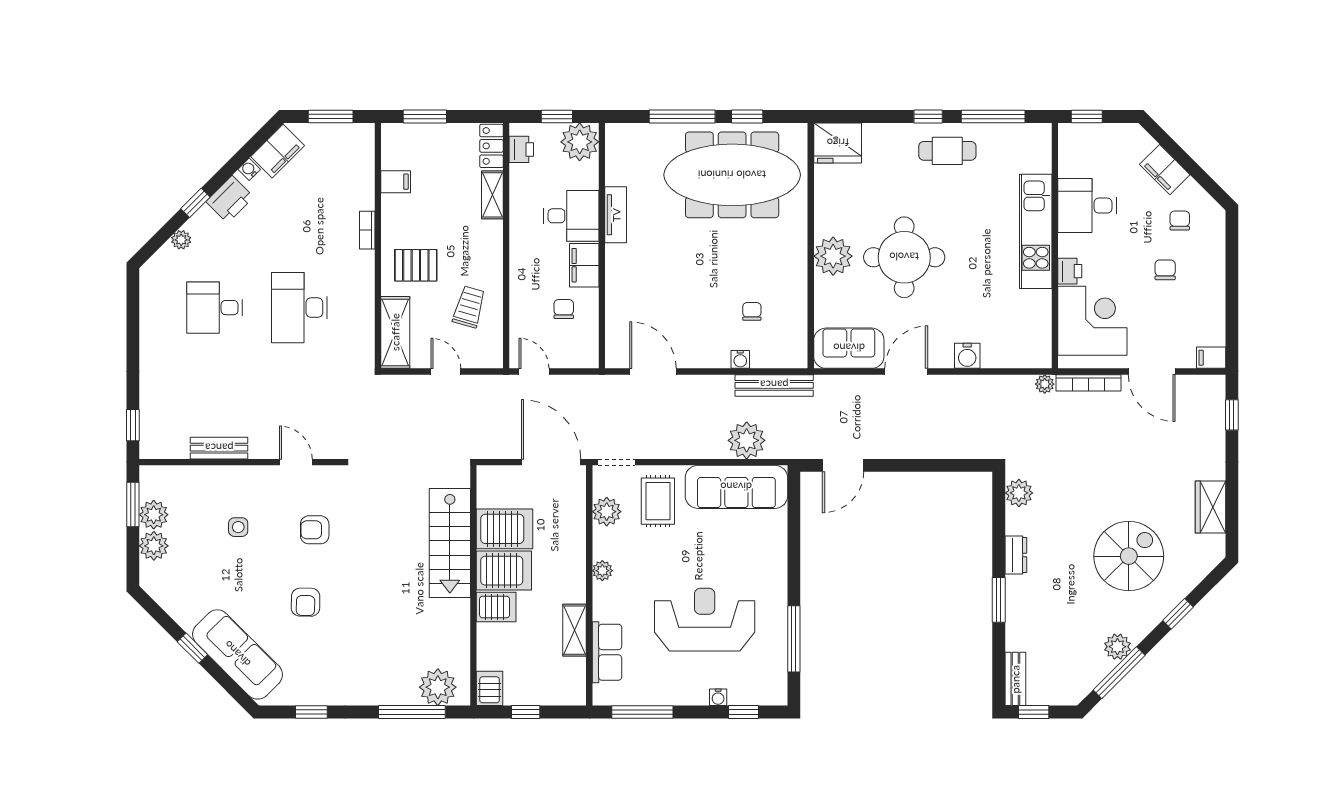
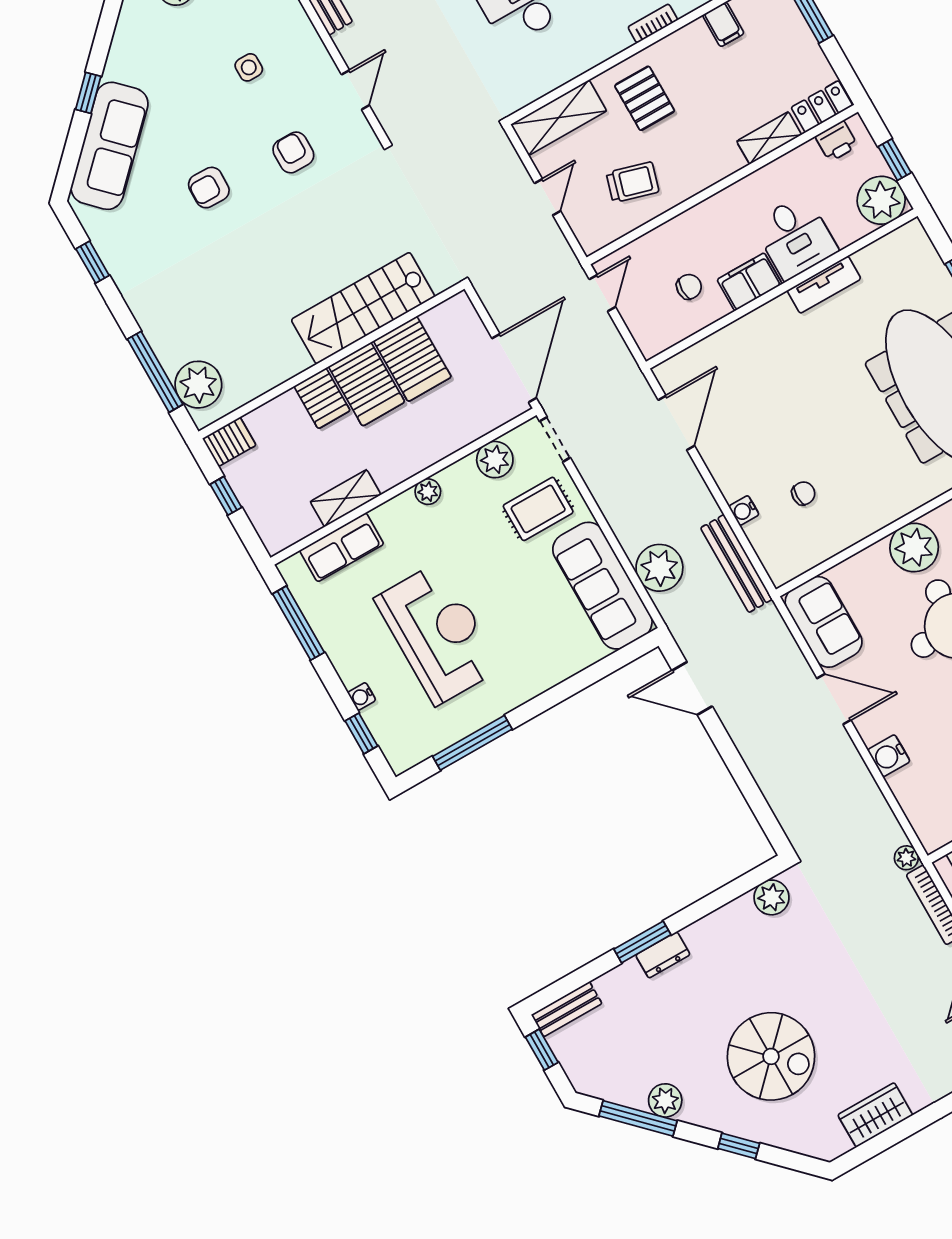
dresser: (1016, 555) -> (663, 955), moved

